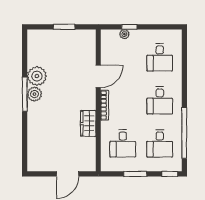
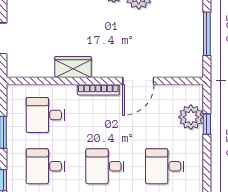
window: (64, 27) -> (207, 34), width x1.44
plant: (124, 34) -> (191, 117), width x1.87, depth x1.87
door: (98, 76) -> (138, 81), hinge flipped

